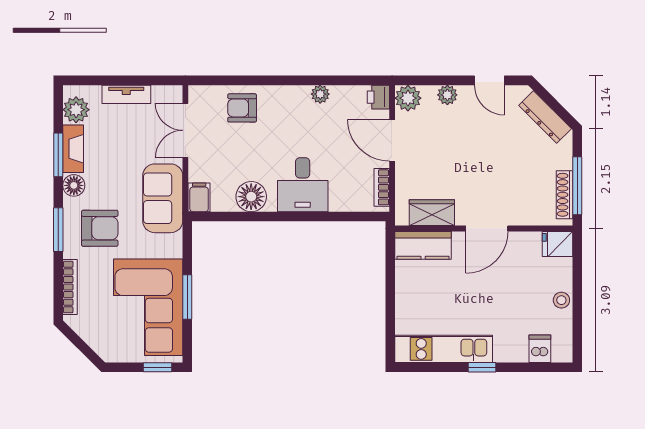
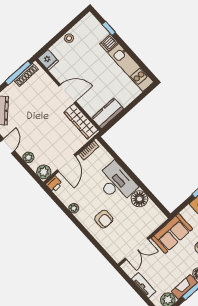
armchair: (242, 108) -> (104, 219), moved
desk: (303, 185) -> (116, 183), width x1.37
filing cabinet: (199, 197) -> (158, 219), removed
wardrobe: (432, 213) -> (81, 121), width x1.50
kitchen counter: (423, 245) -> (108, 113), moved, turned -90
dishwasher: (540, 349) -> (109, 43), moved
window: (482, 367) -> (109, 28), moved

